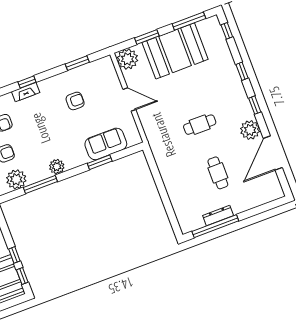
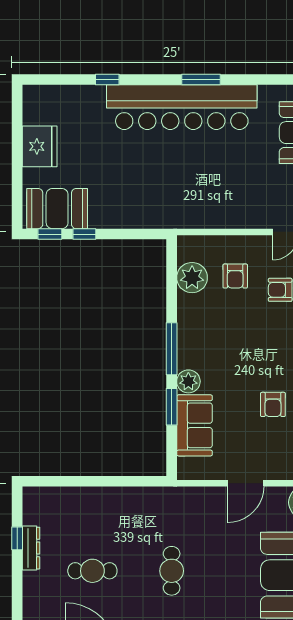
plant: (57, 167) -> (188, 381), moved
window: (40, 184) -> (172, 349), moved
window: (215, 226) -> (17, 538), width x0.32

